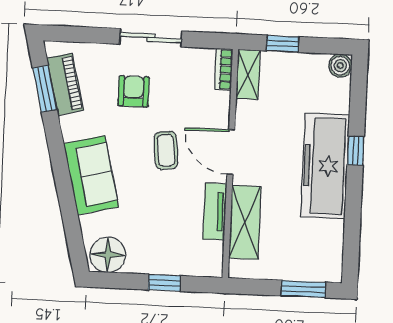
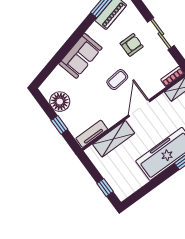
tv unit: (215, 211) -> (92, 134), moved
floor lamp: (108, 255) -> (60, 102), moved
window: (304, 289) -> (105, 187), width x0.67

